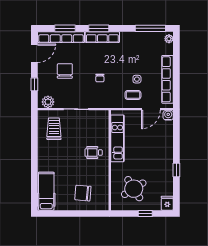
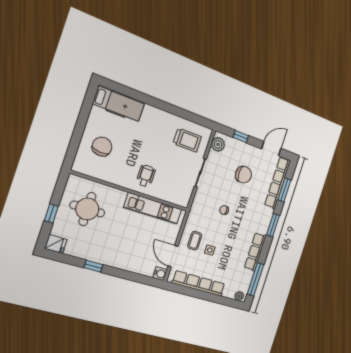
row of seats: (102, 37) -> (255, 252), moved
door: (34, 53) -> (271, 149), swing flipped
round table: (134, 189) -> (87, 209), turned 32

